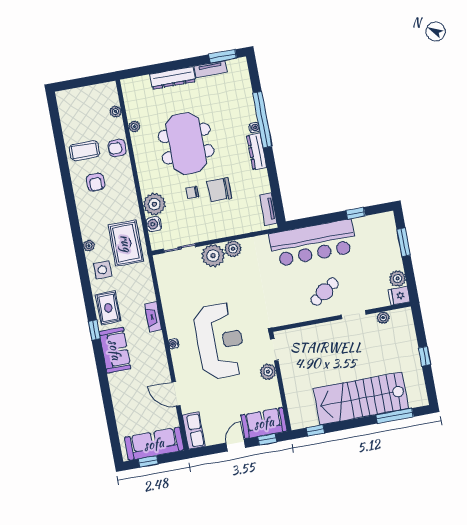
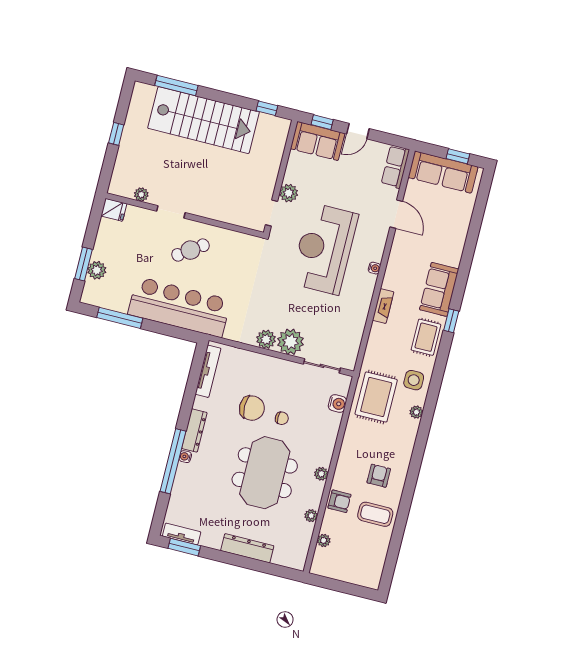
tv unit: (210, 69) -> (182, 534), moved
plant: (154, 204) -> (321, 474), moved, width x0.53, depth x0.53
tv unit: (268, 209) -> (208, 371), width x1.41
window: (356, 213) -> (120, 318), width x2.17
plant: (398, 278) -> (97, 270), moved

